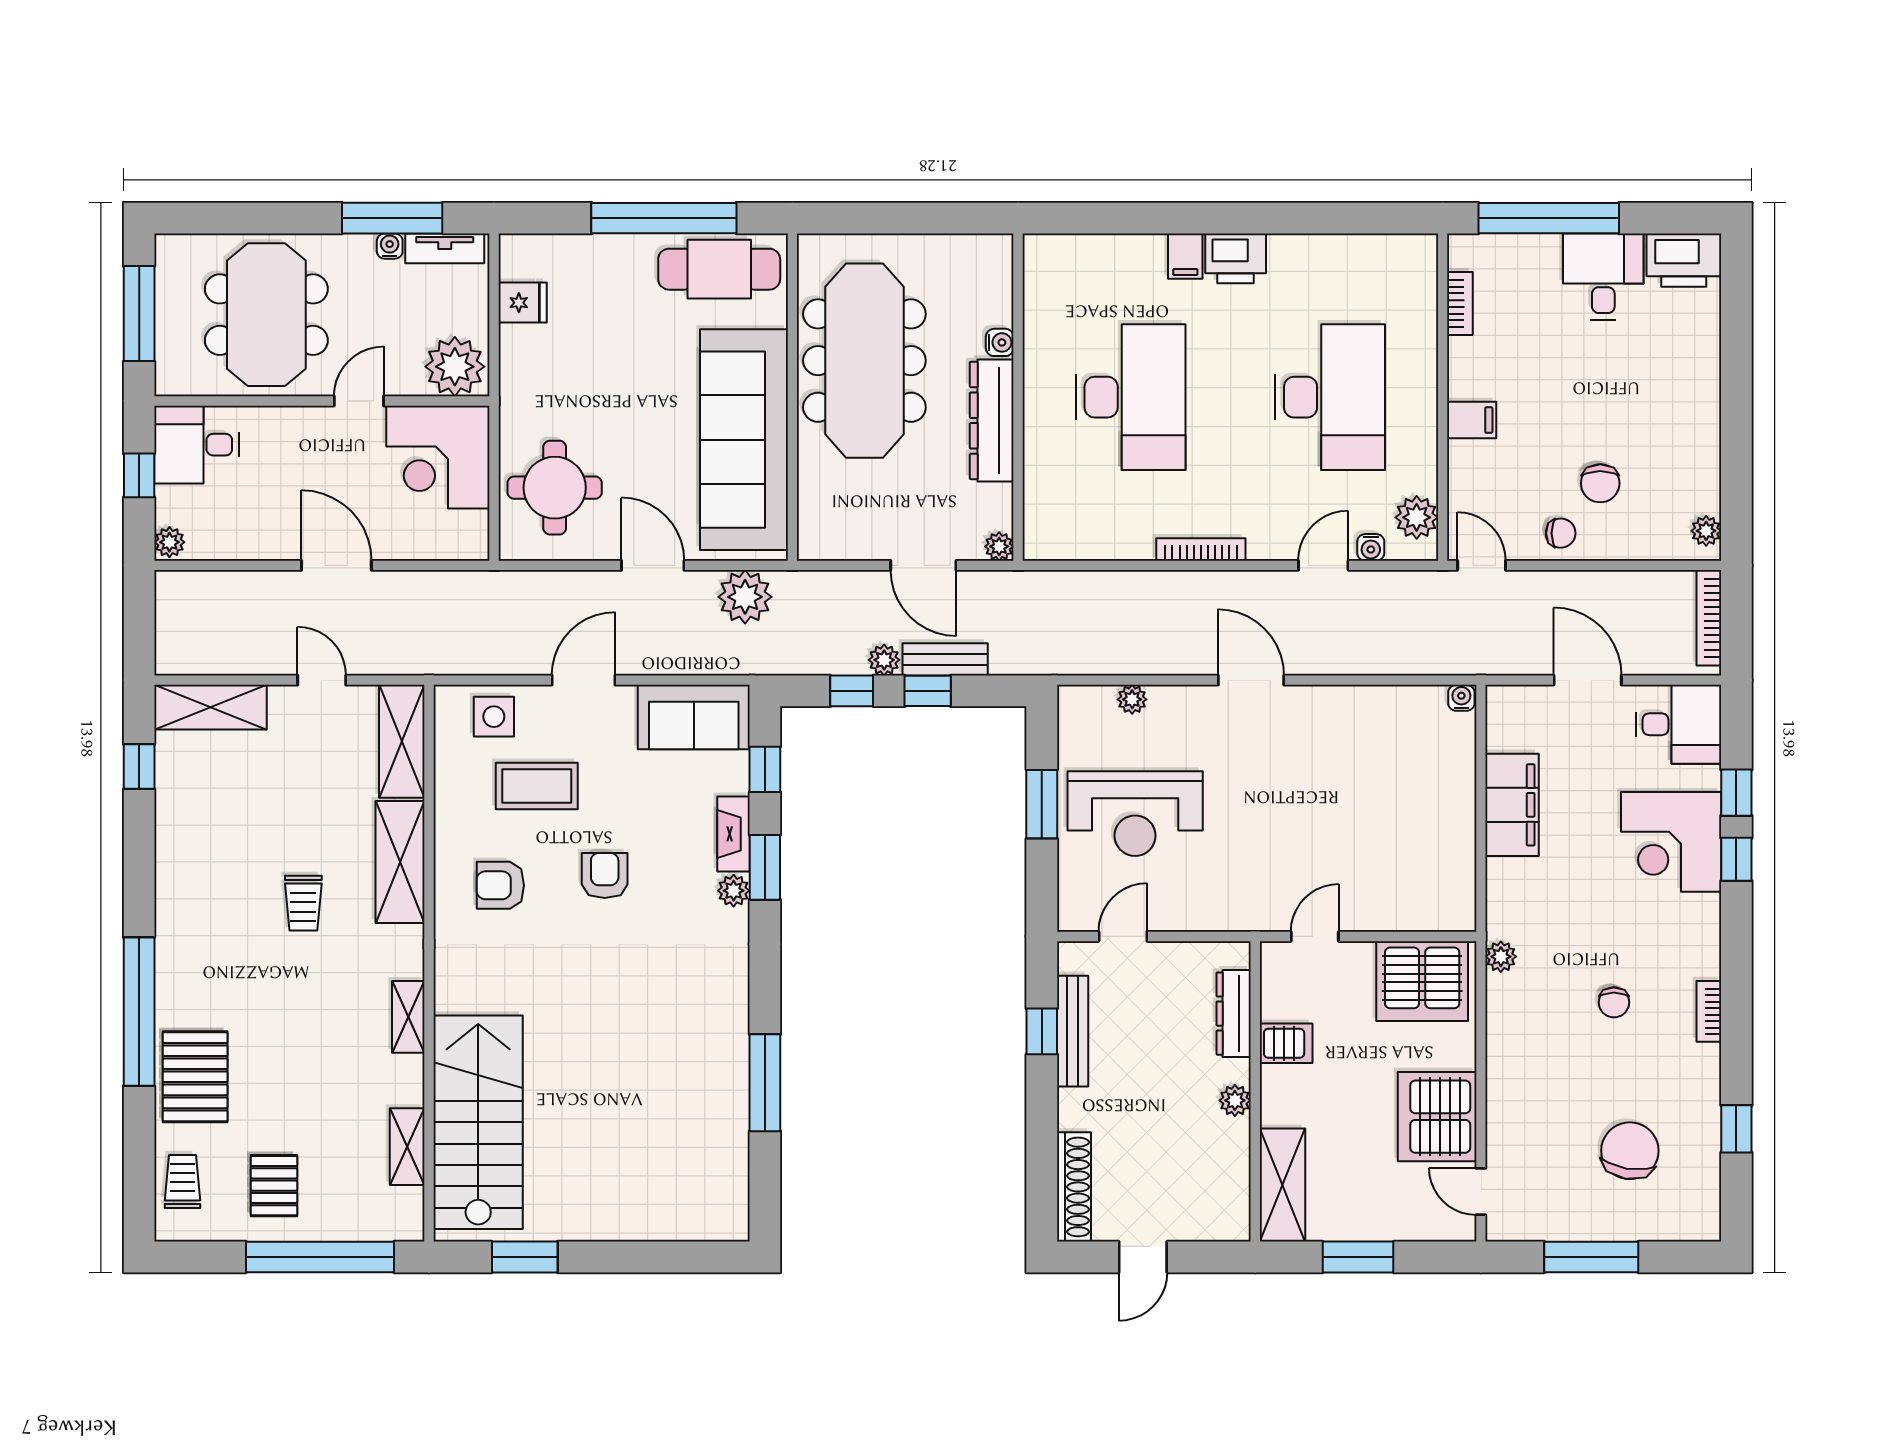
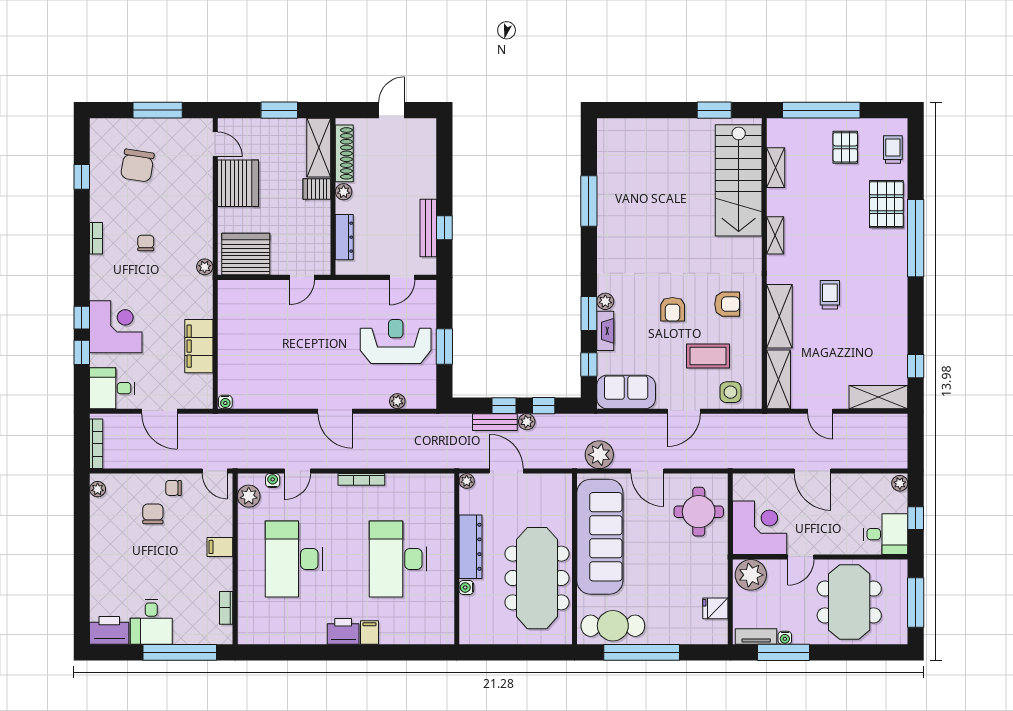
server rack: (1286, 1043) -> (317, 189), moved
trolley: (183, 1181) -> (893, 149), turned 180
shoe rack: (1074, 1187) -> (344, 153), moved, turned 180

